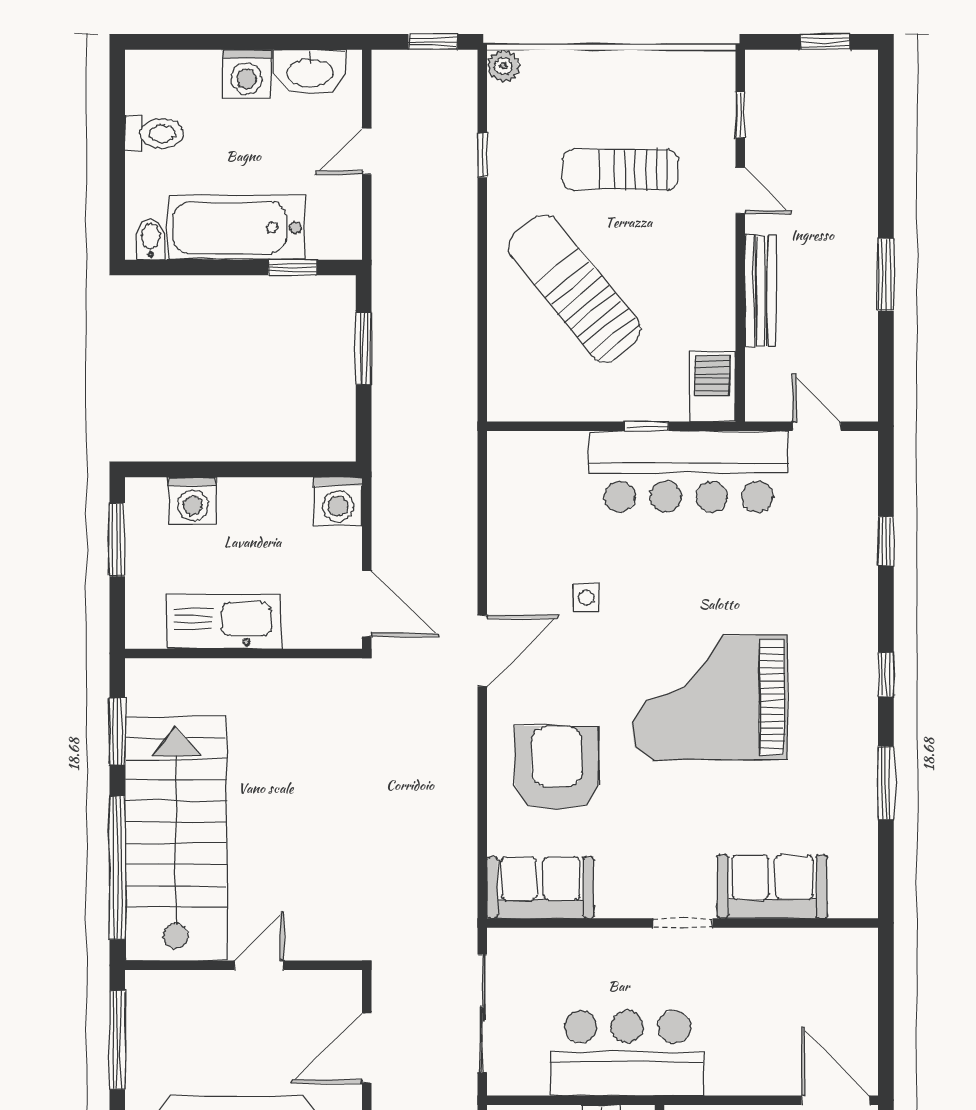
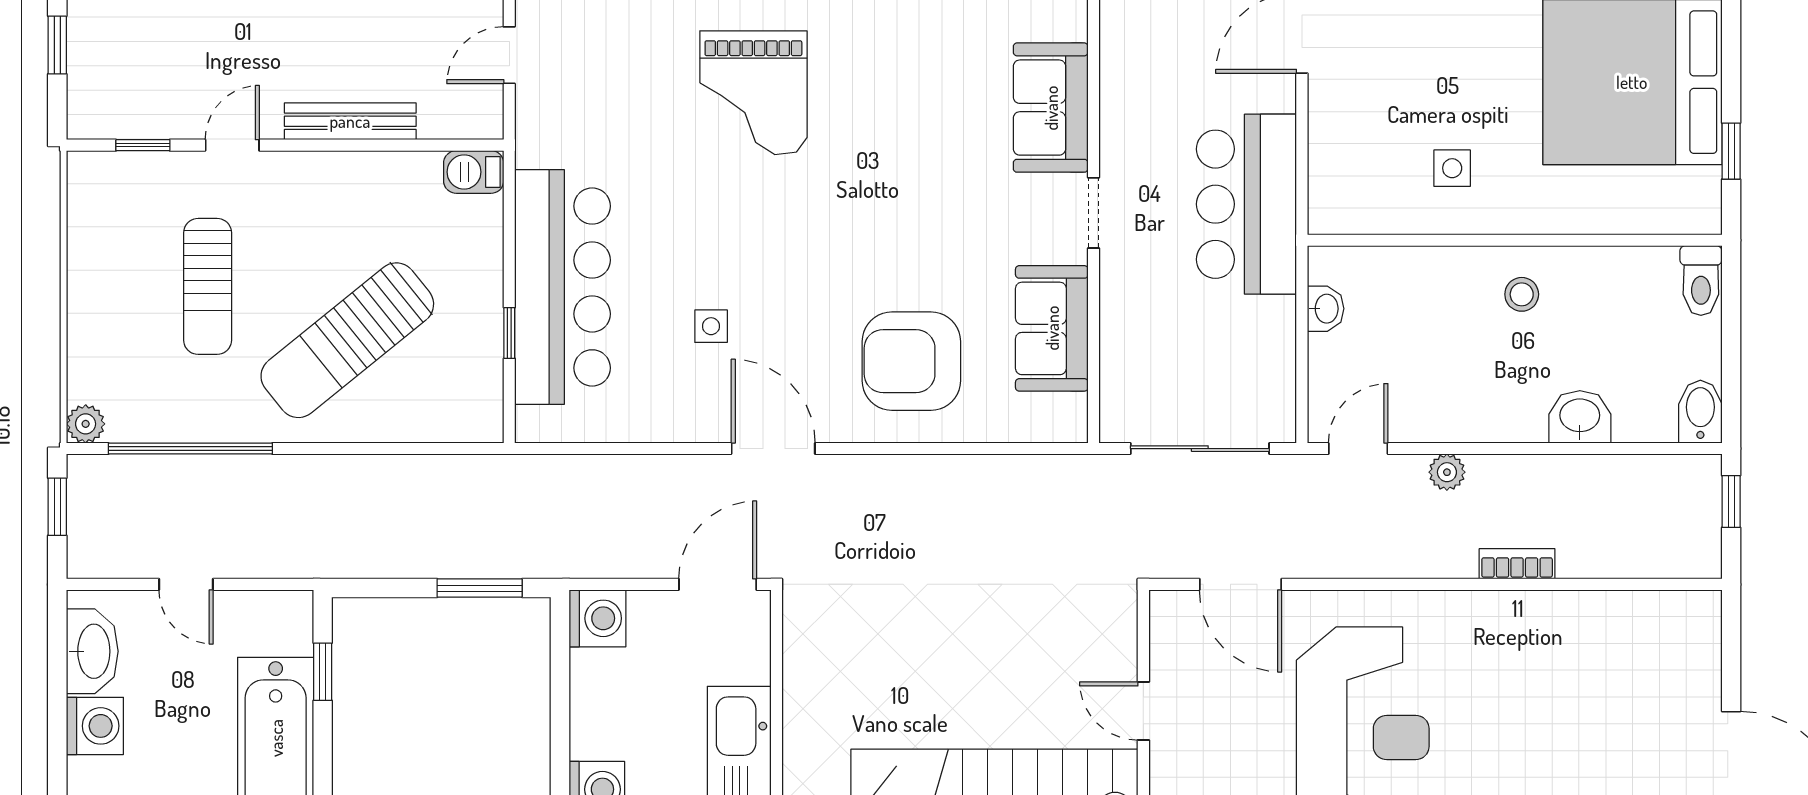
window: (482, 155) -> (190, 449), width x3.17
window: (364, 348) -> (480, 588), moved
barbecue: (713, 386) -> (474, 172), width x0.73, depth x0.79
window: (647, 426) -> (509, 333), moved
bar counter: (688, 471) -> (562, 287), moved
grand piano: (709, 698) -> (753, 93), moved, width x0.73, depth x0.68
sofa: (540, 887) -> (1052, 328), moved
bar counter: (627, 1053) -> (1246, 204), moved

